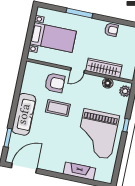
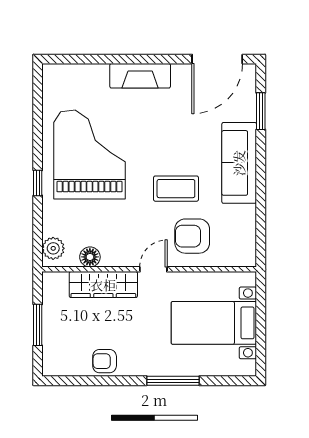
fireplace: (79, 171) -> (140, 76), moved

